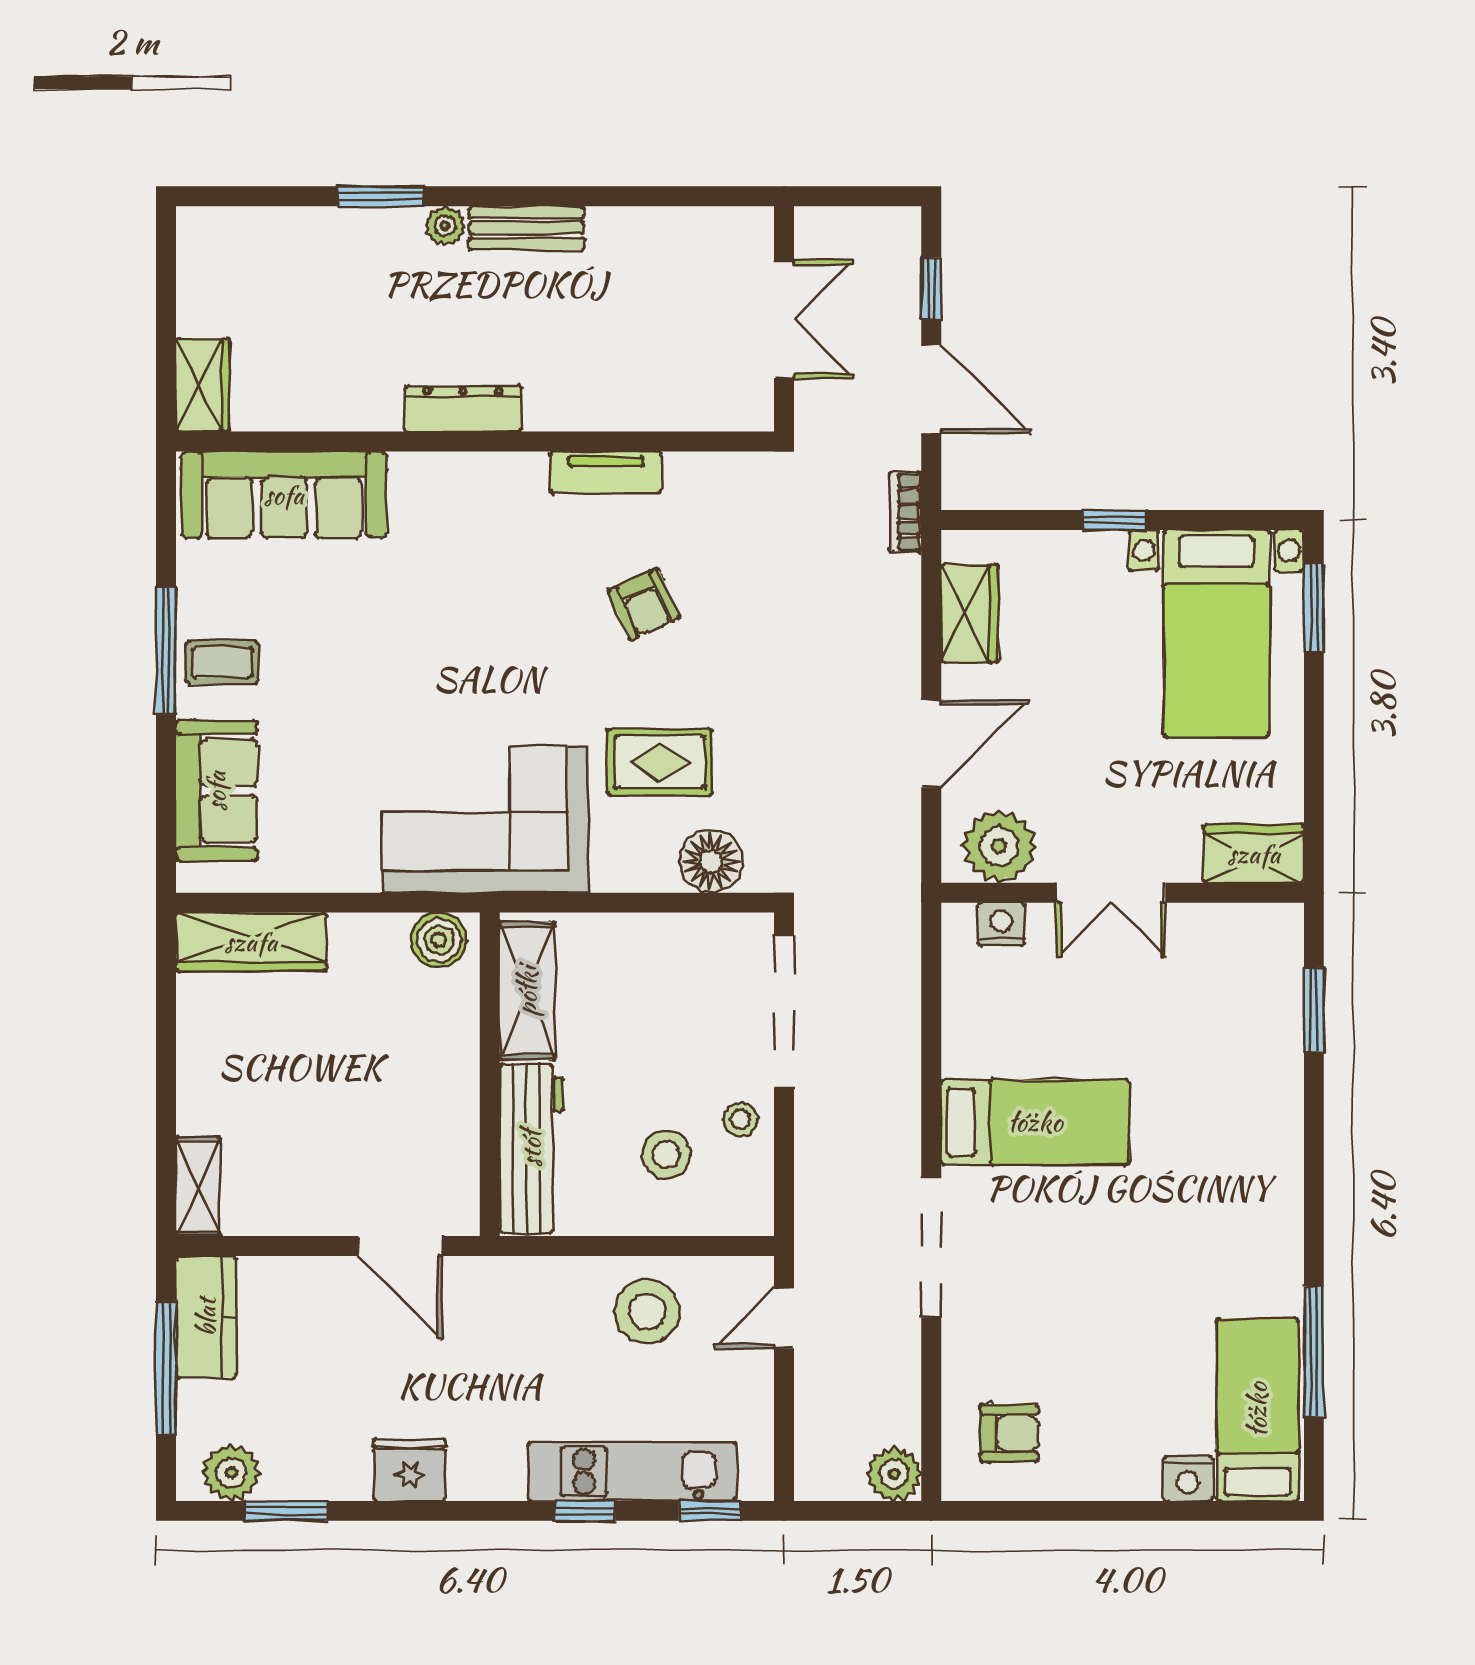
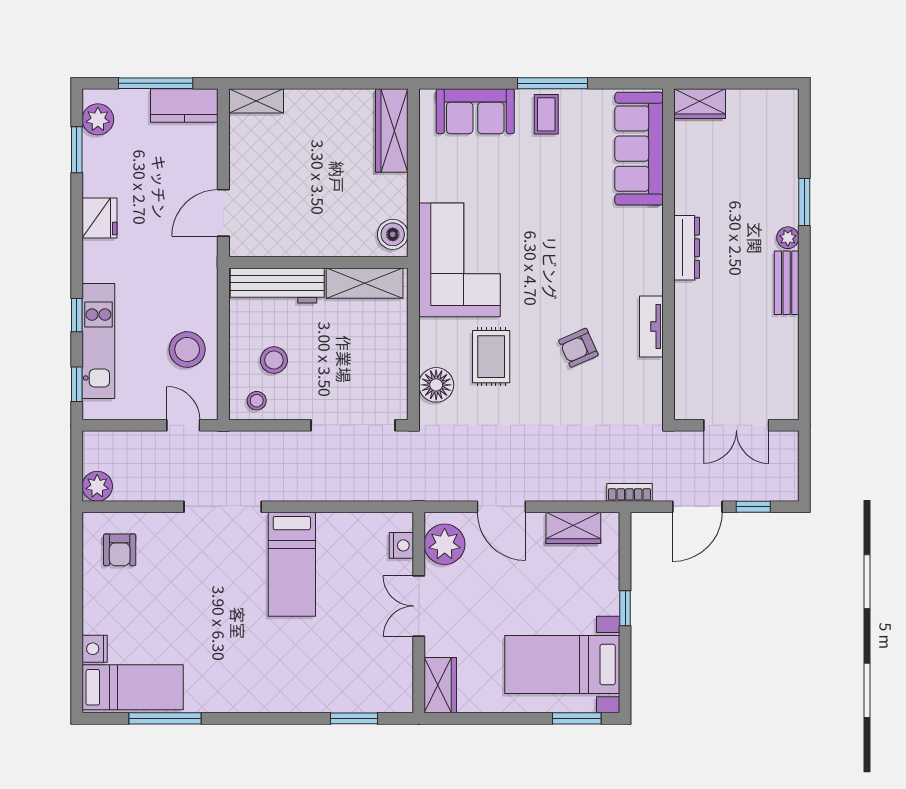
stool: (741, 1119) -> (257, 401), moved

